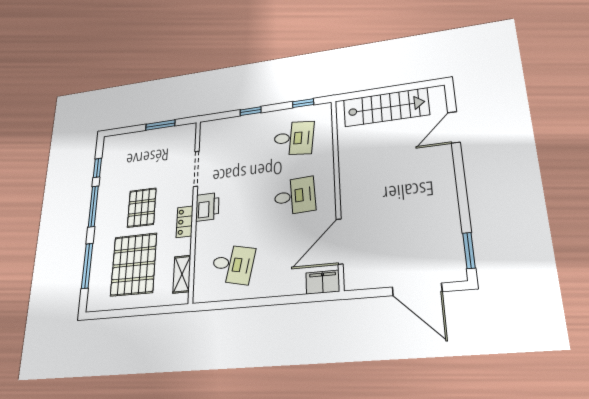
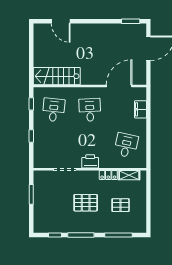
stairs: (386, 107) -> (57, 76), moved, turned -90
locker: (185, 222) -> (108, 175), moved
door: (340, 241) -> (119, 86), swing flipped
pallet: (134, 264) -> (121, 205), width x0.49, depth x0.50
filing cabinet: (323, 282) -> (141, 109), moved

